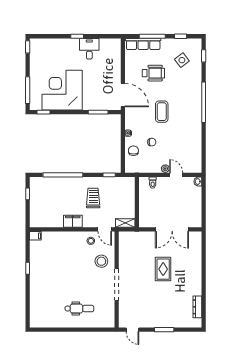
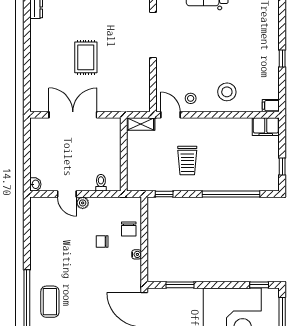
coffee table: (162, 112) -> (50, 302), moved
filing cabinet: (73, 221) -> (266, 127), moved
stool: (101, 261) -> (227, 92), moved

